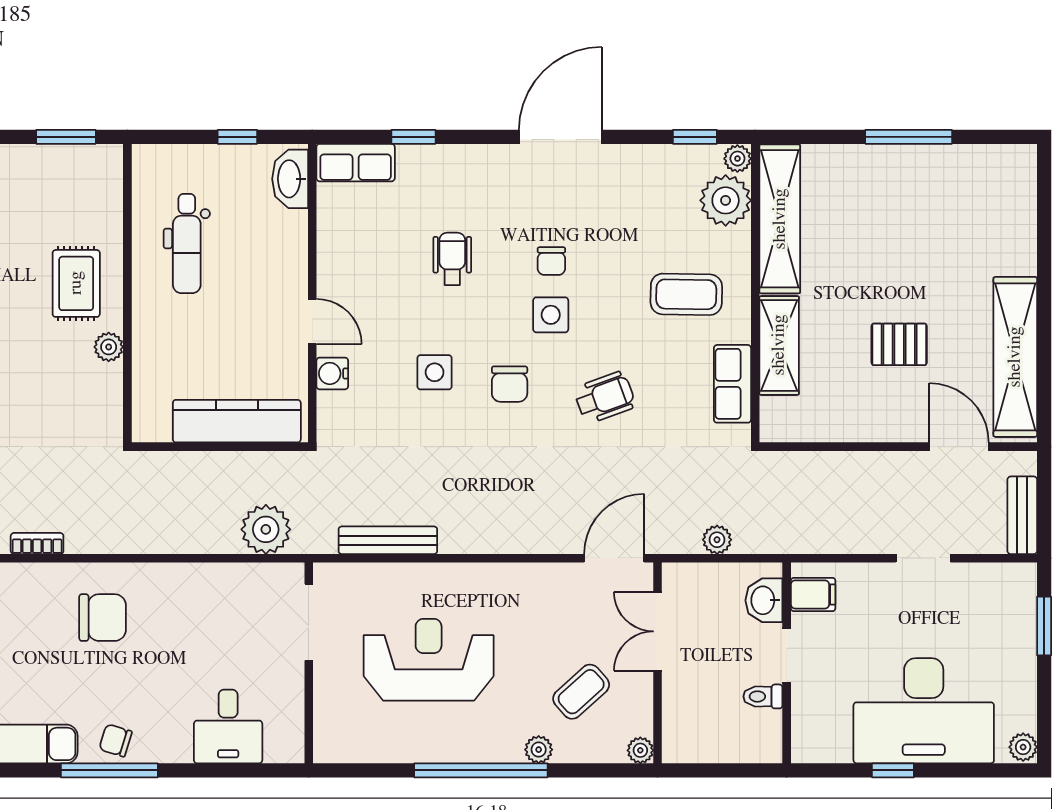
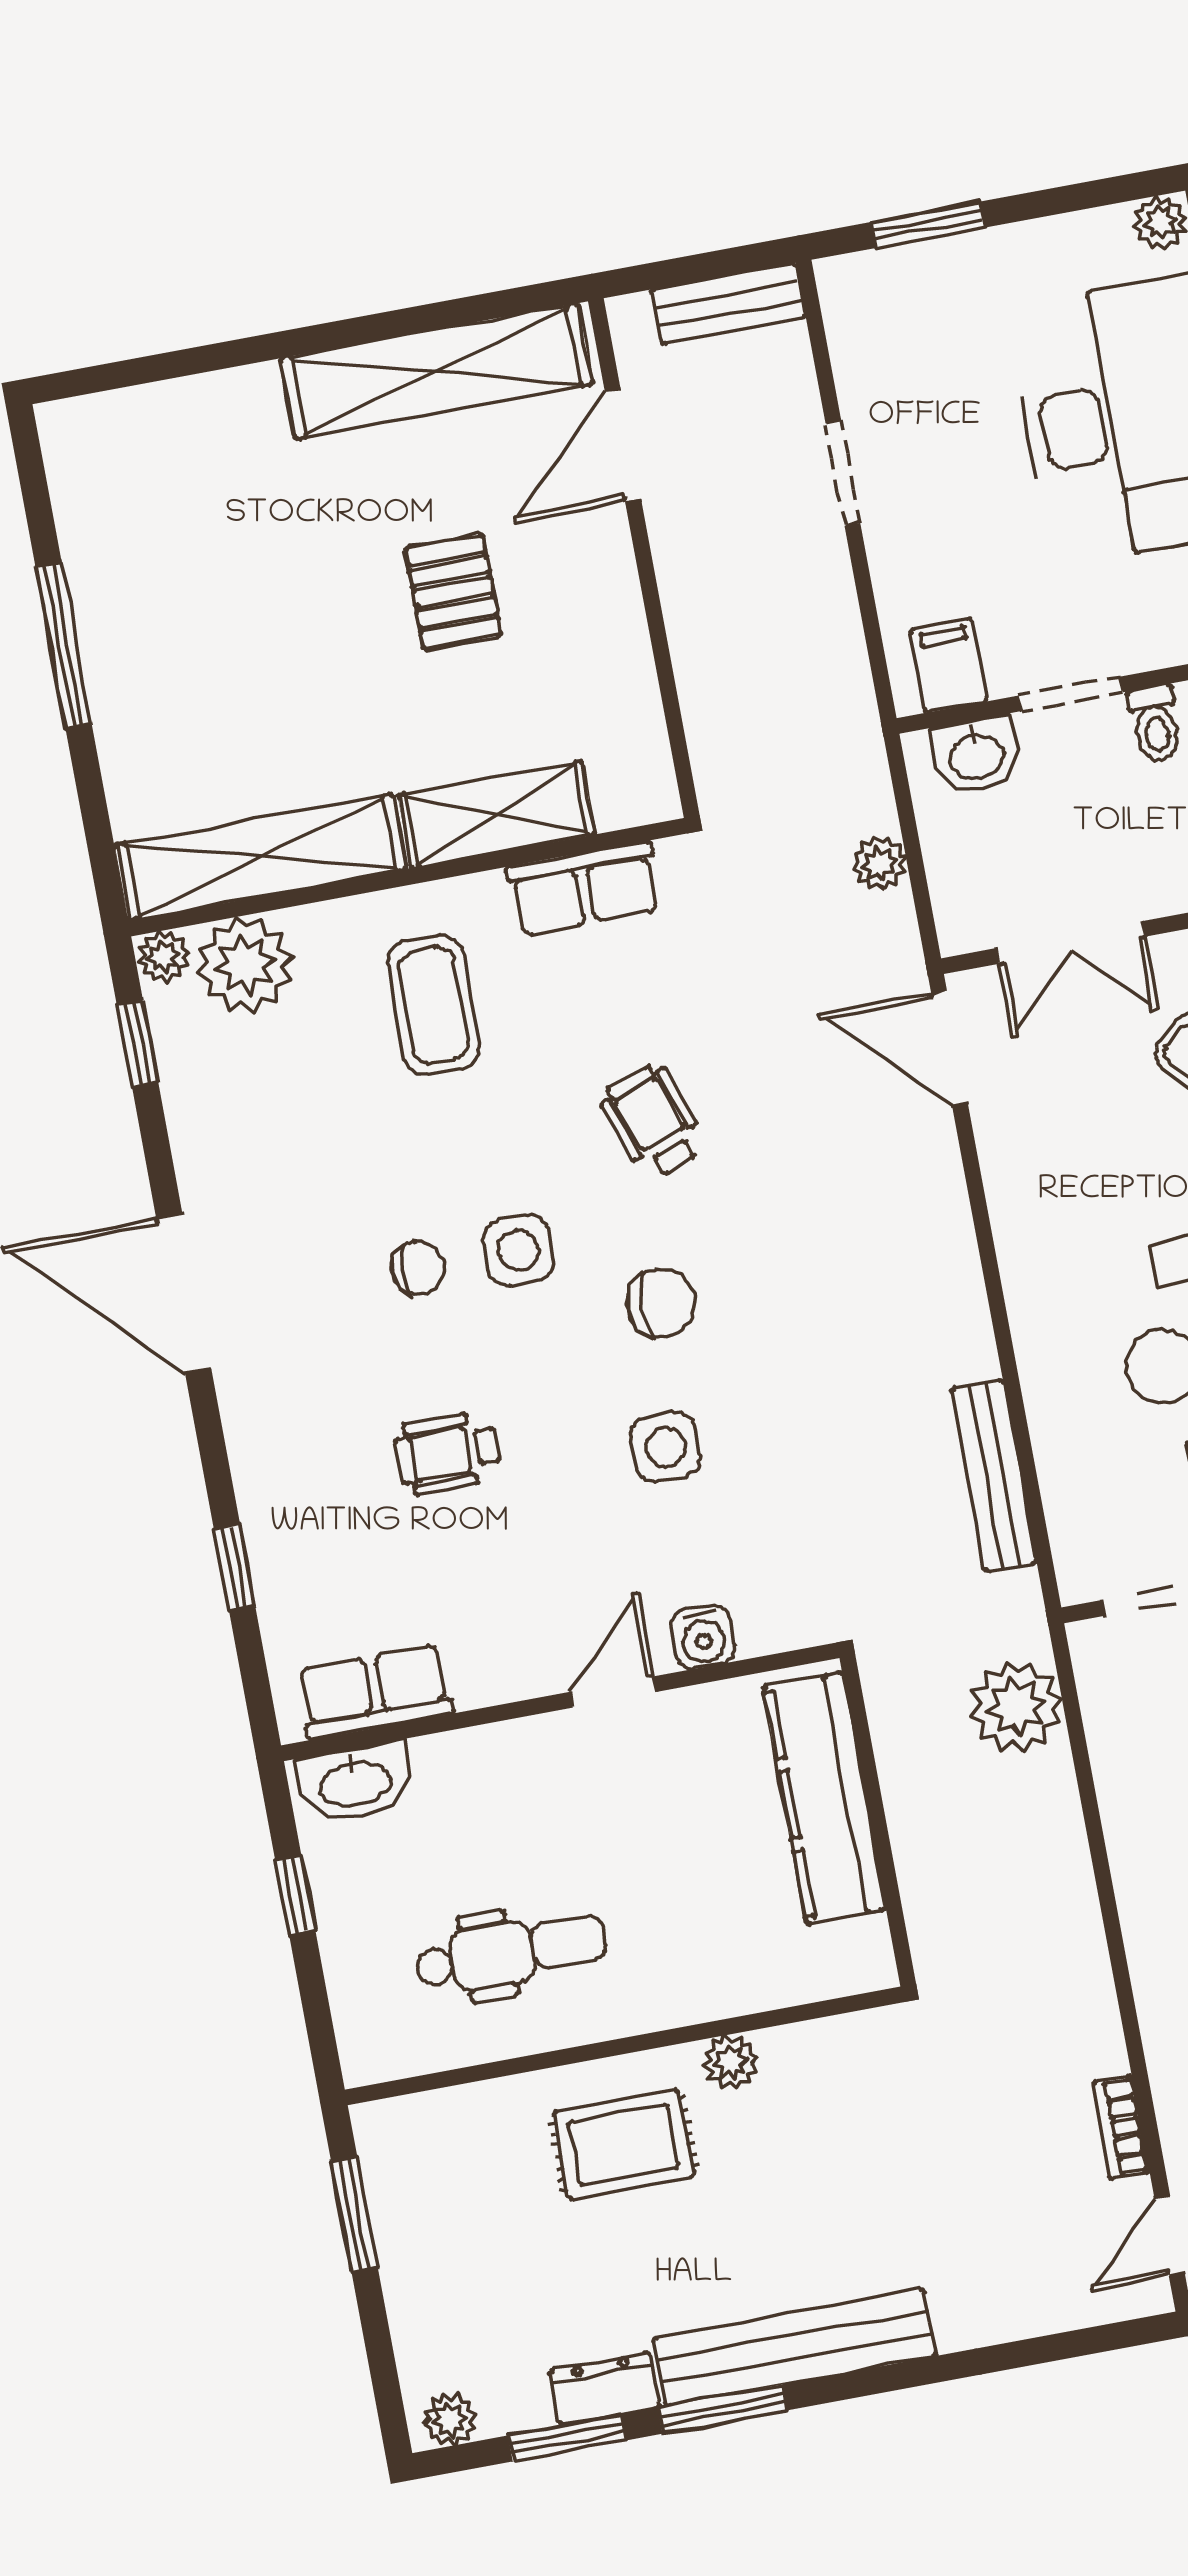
row of seats: (356, 163) -> (375, 1692), moved, turned -90

